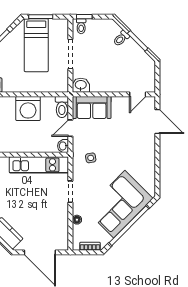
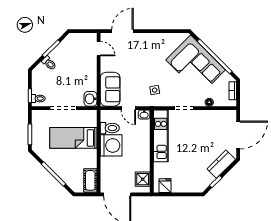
bed: (36, 45) -> (73, 138), moved, turned 180
toilet: (62, 107) -> (110, 128), moved

